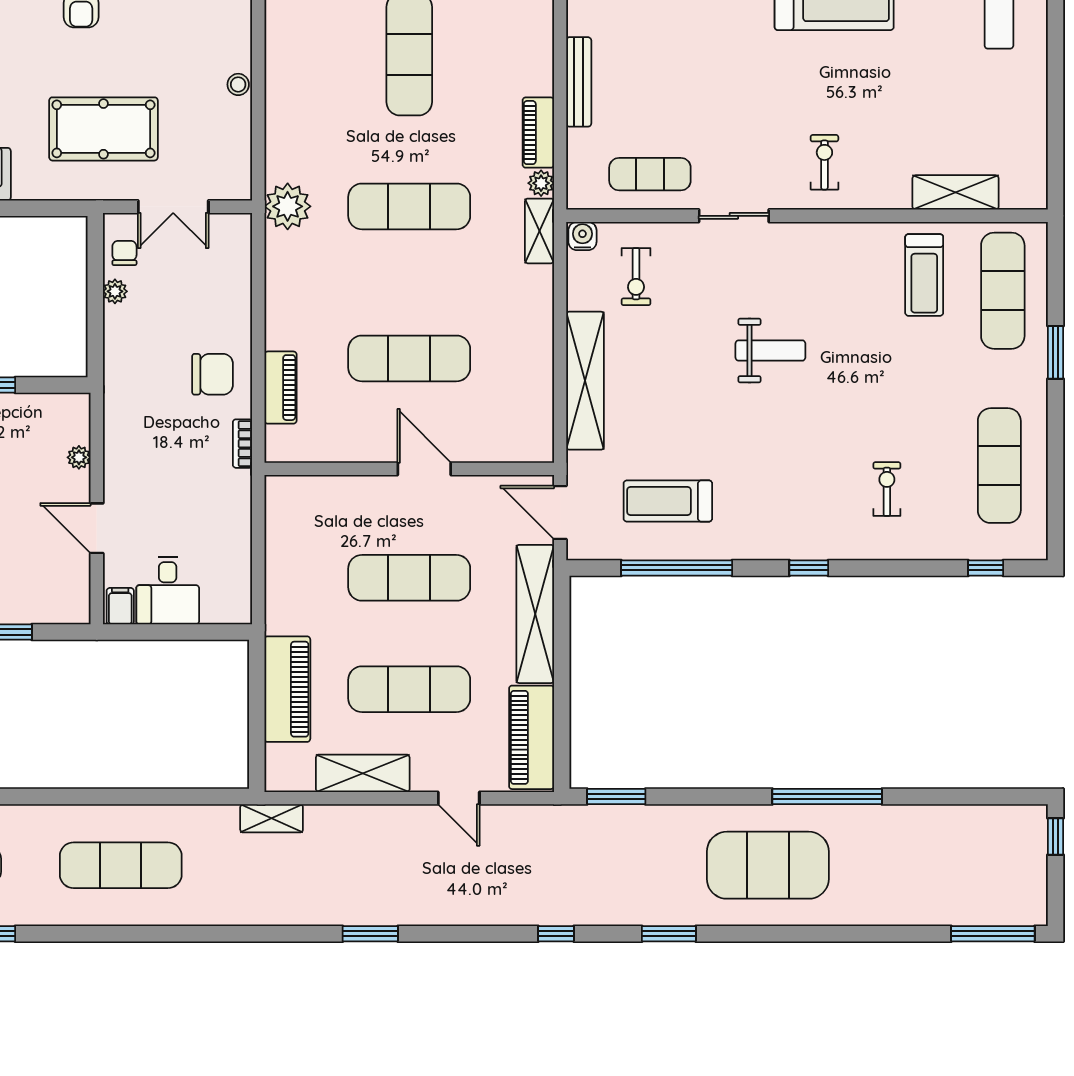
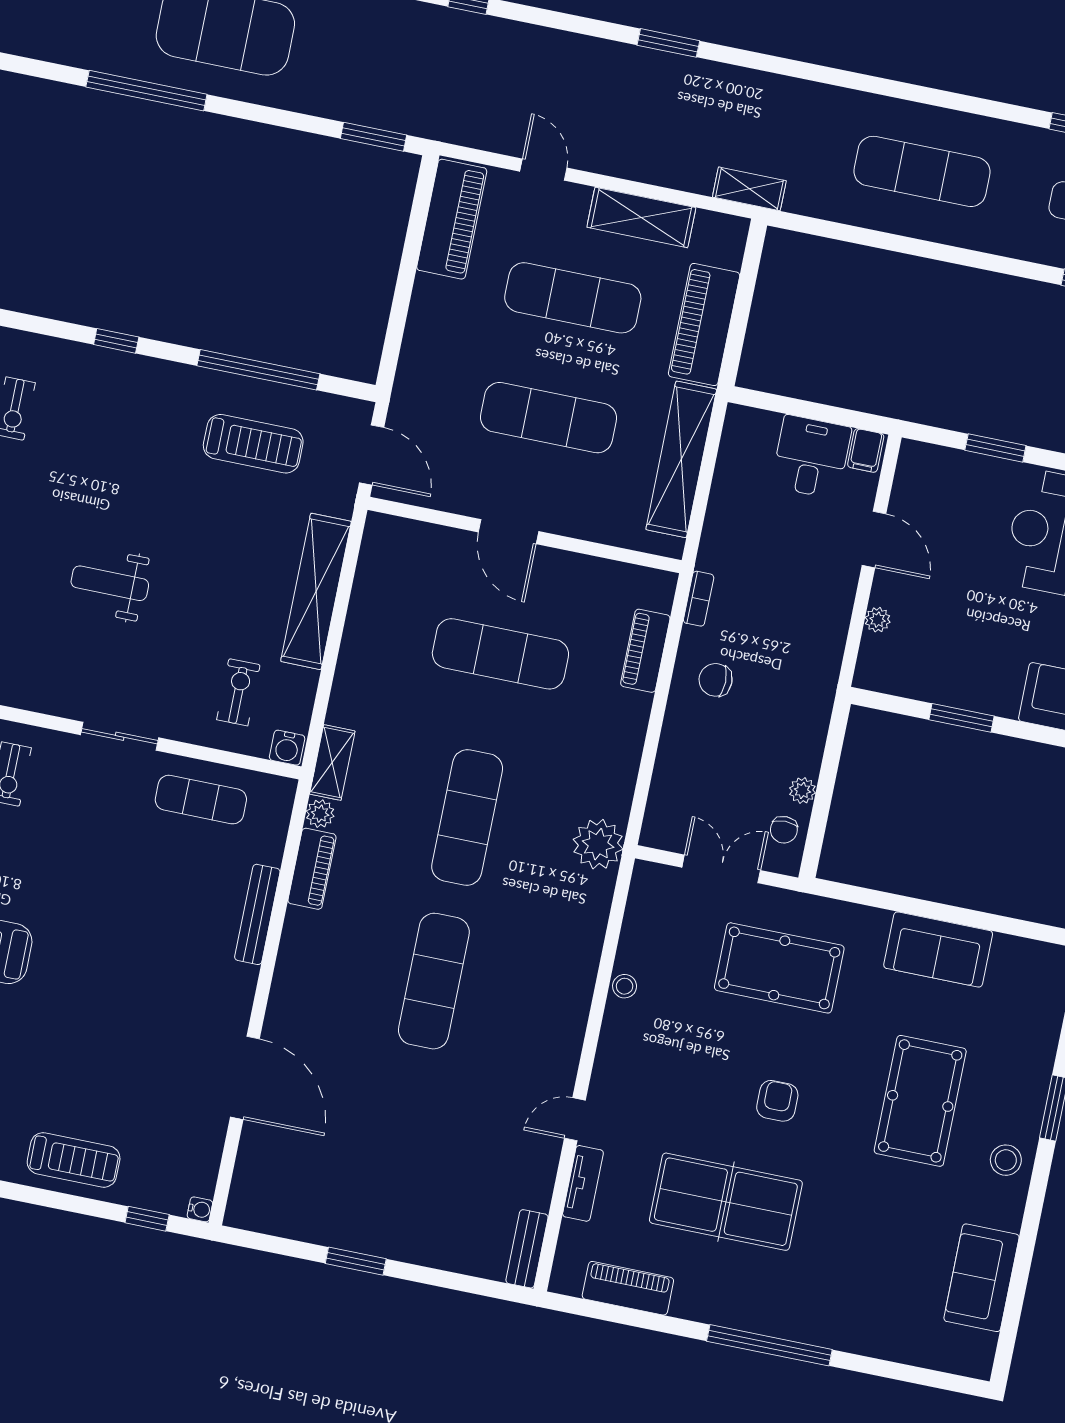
exercise mat: (409, 206) -> (467, 817), turned 90
chair: (213, 374) -> (716, 680), width x0.73, depth x0.73
shelving: (535, 614) -> (681, 459), moved

